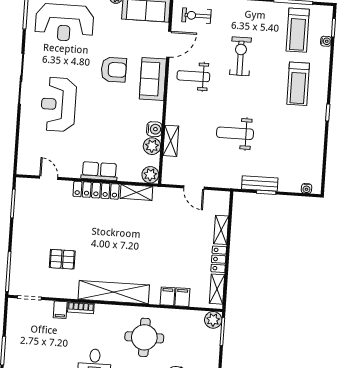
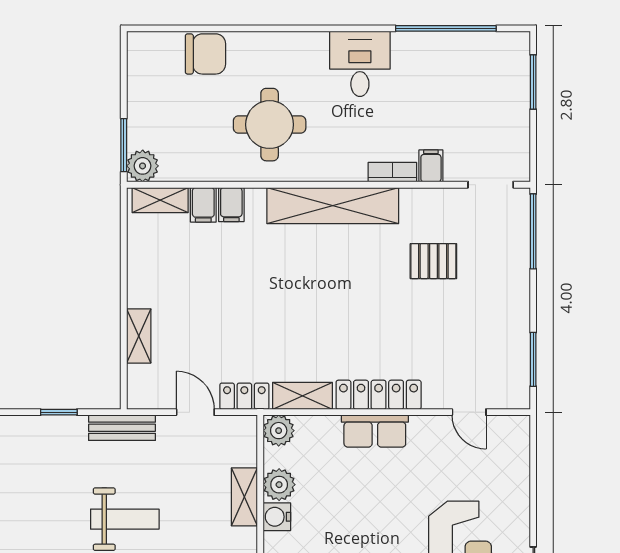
bench: (260, 184) -> (122, 428), moved
locker: (219, 259) -> (244, 396), moved, turned -90
shelving: (217, 289) -> (160, 200), moved, turned 90

